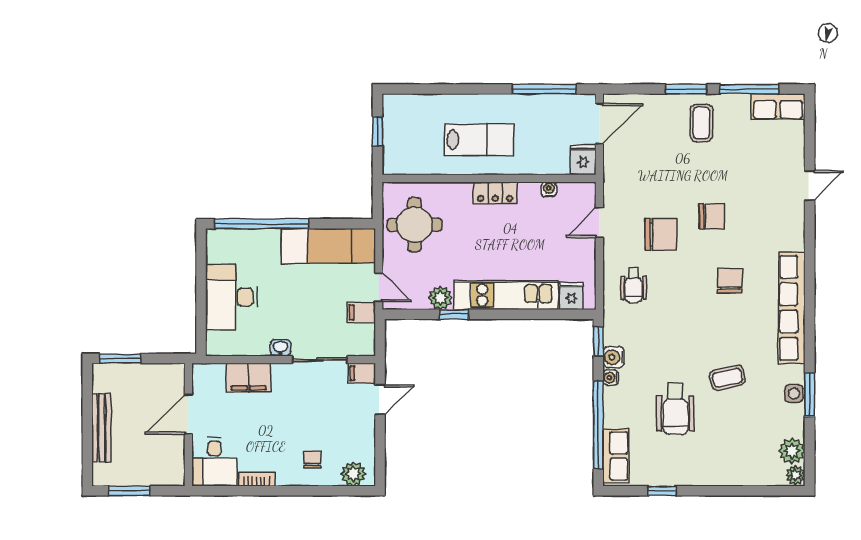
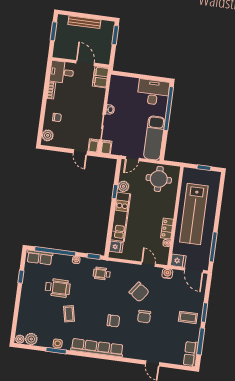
lab bench: (479, 140) -> (194, 214), width x1.86, depth x1.39
locker: (495, 193) -> (167, 228), moved
chair: (661, 234) -> (139, 292), turned -54
wheelchair: (633, 285) -> (102, 274), moved
desk: (231, 297) -> (153, 92), moved
filing cabinet: (361, 312) -> (106, 147), moved
water cooler: (614, 357) -> (167, 273), moved
filing cabinet: (248, 378) -> (101, 77), moved
wheelchair: (675, 409) -> (58, 288), turned 180

